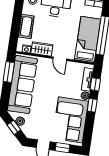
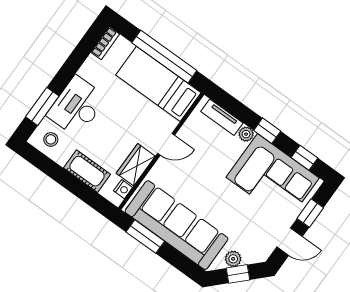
window: (95, 84) -> (305, 158), moved

